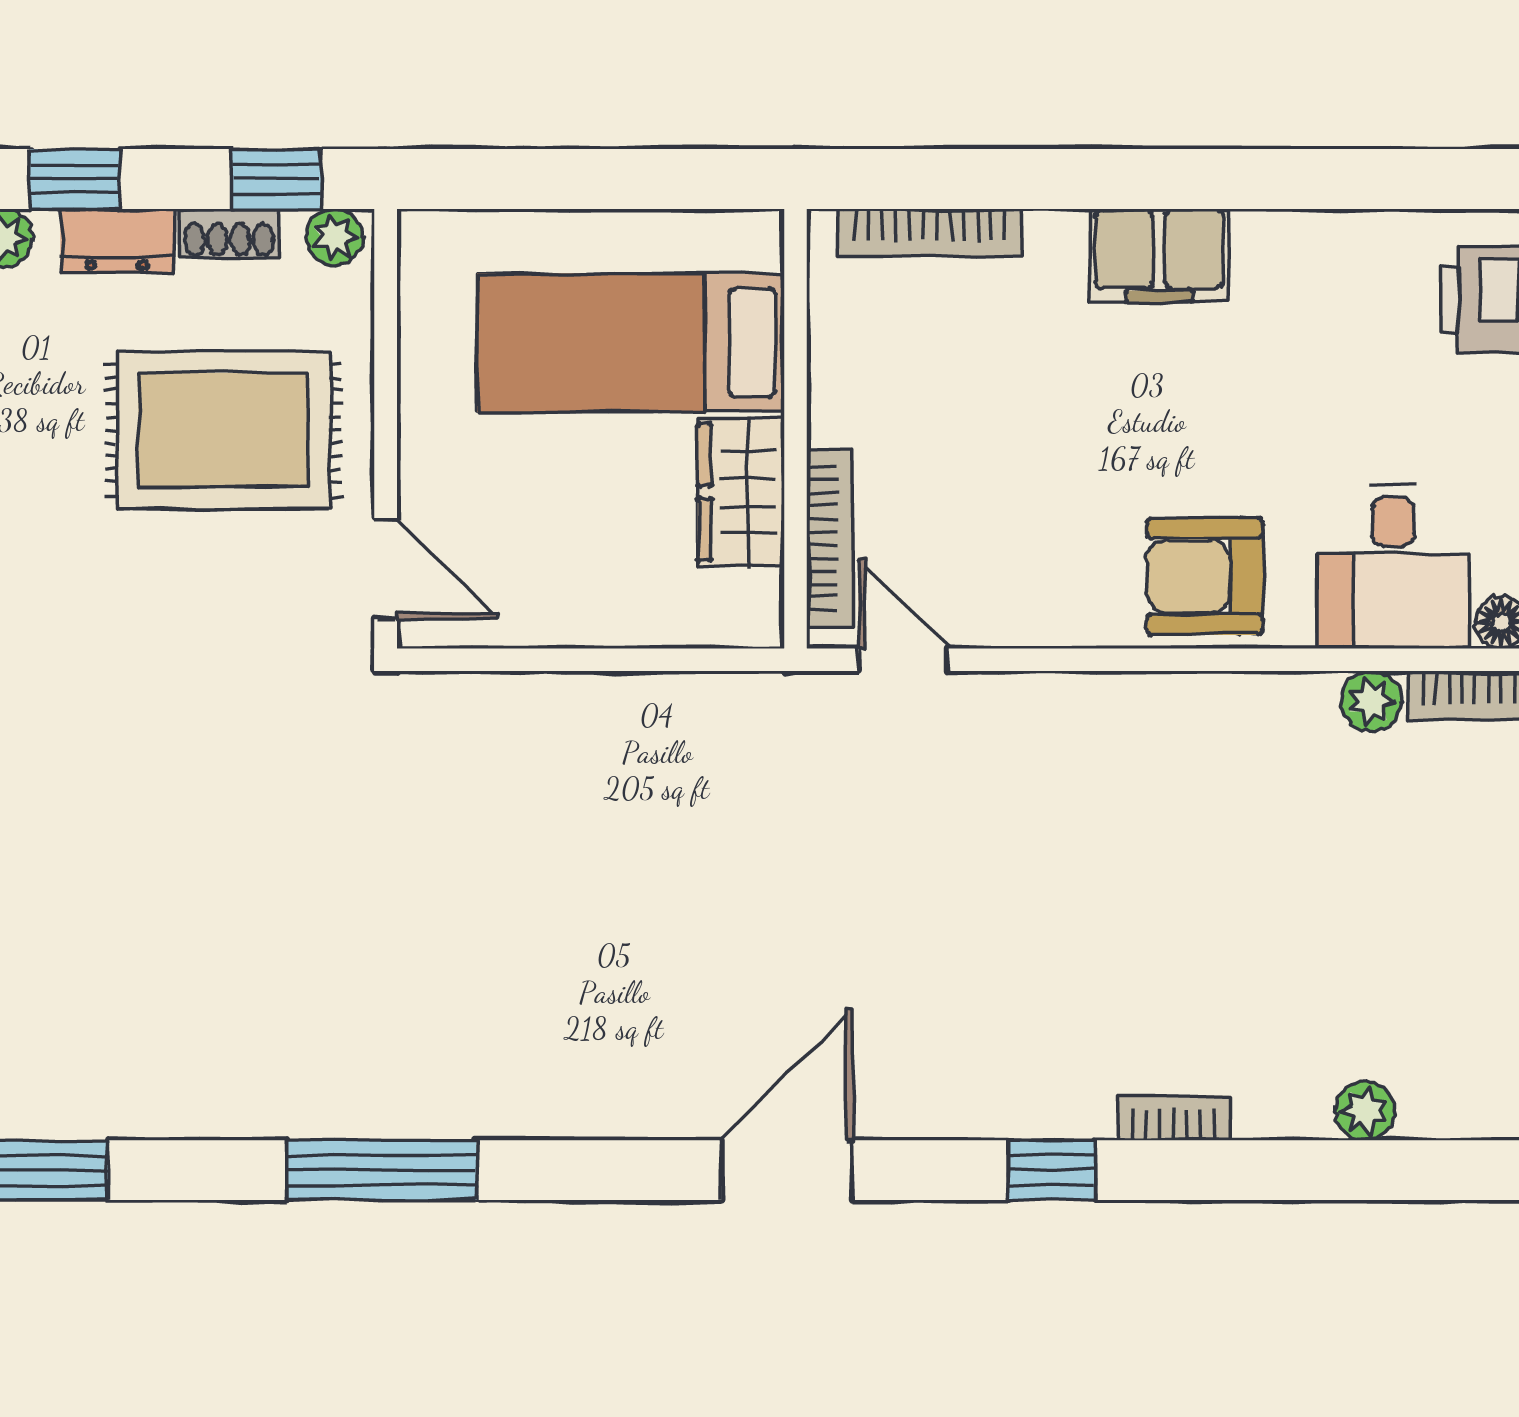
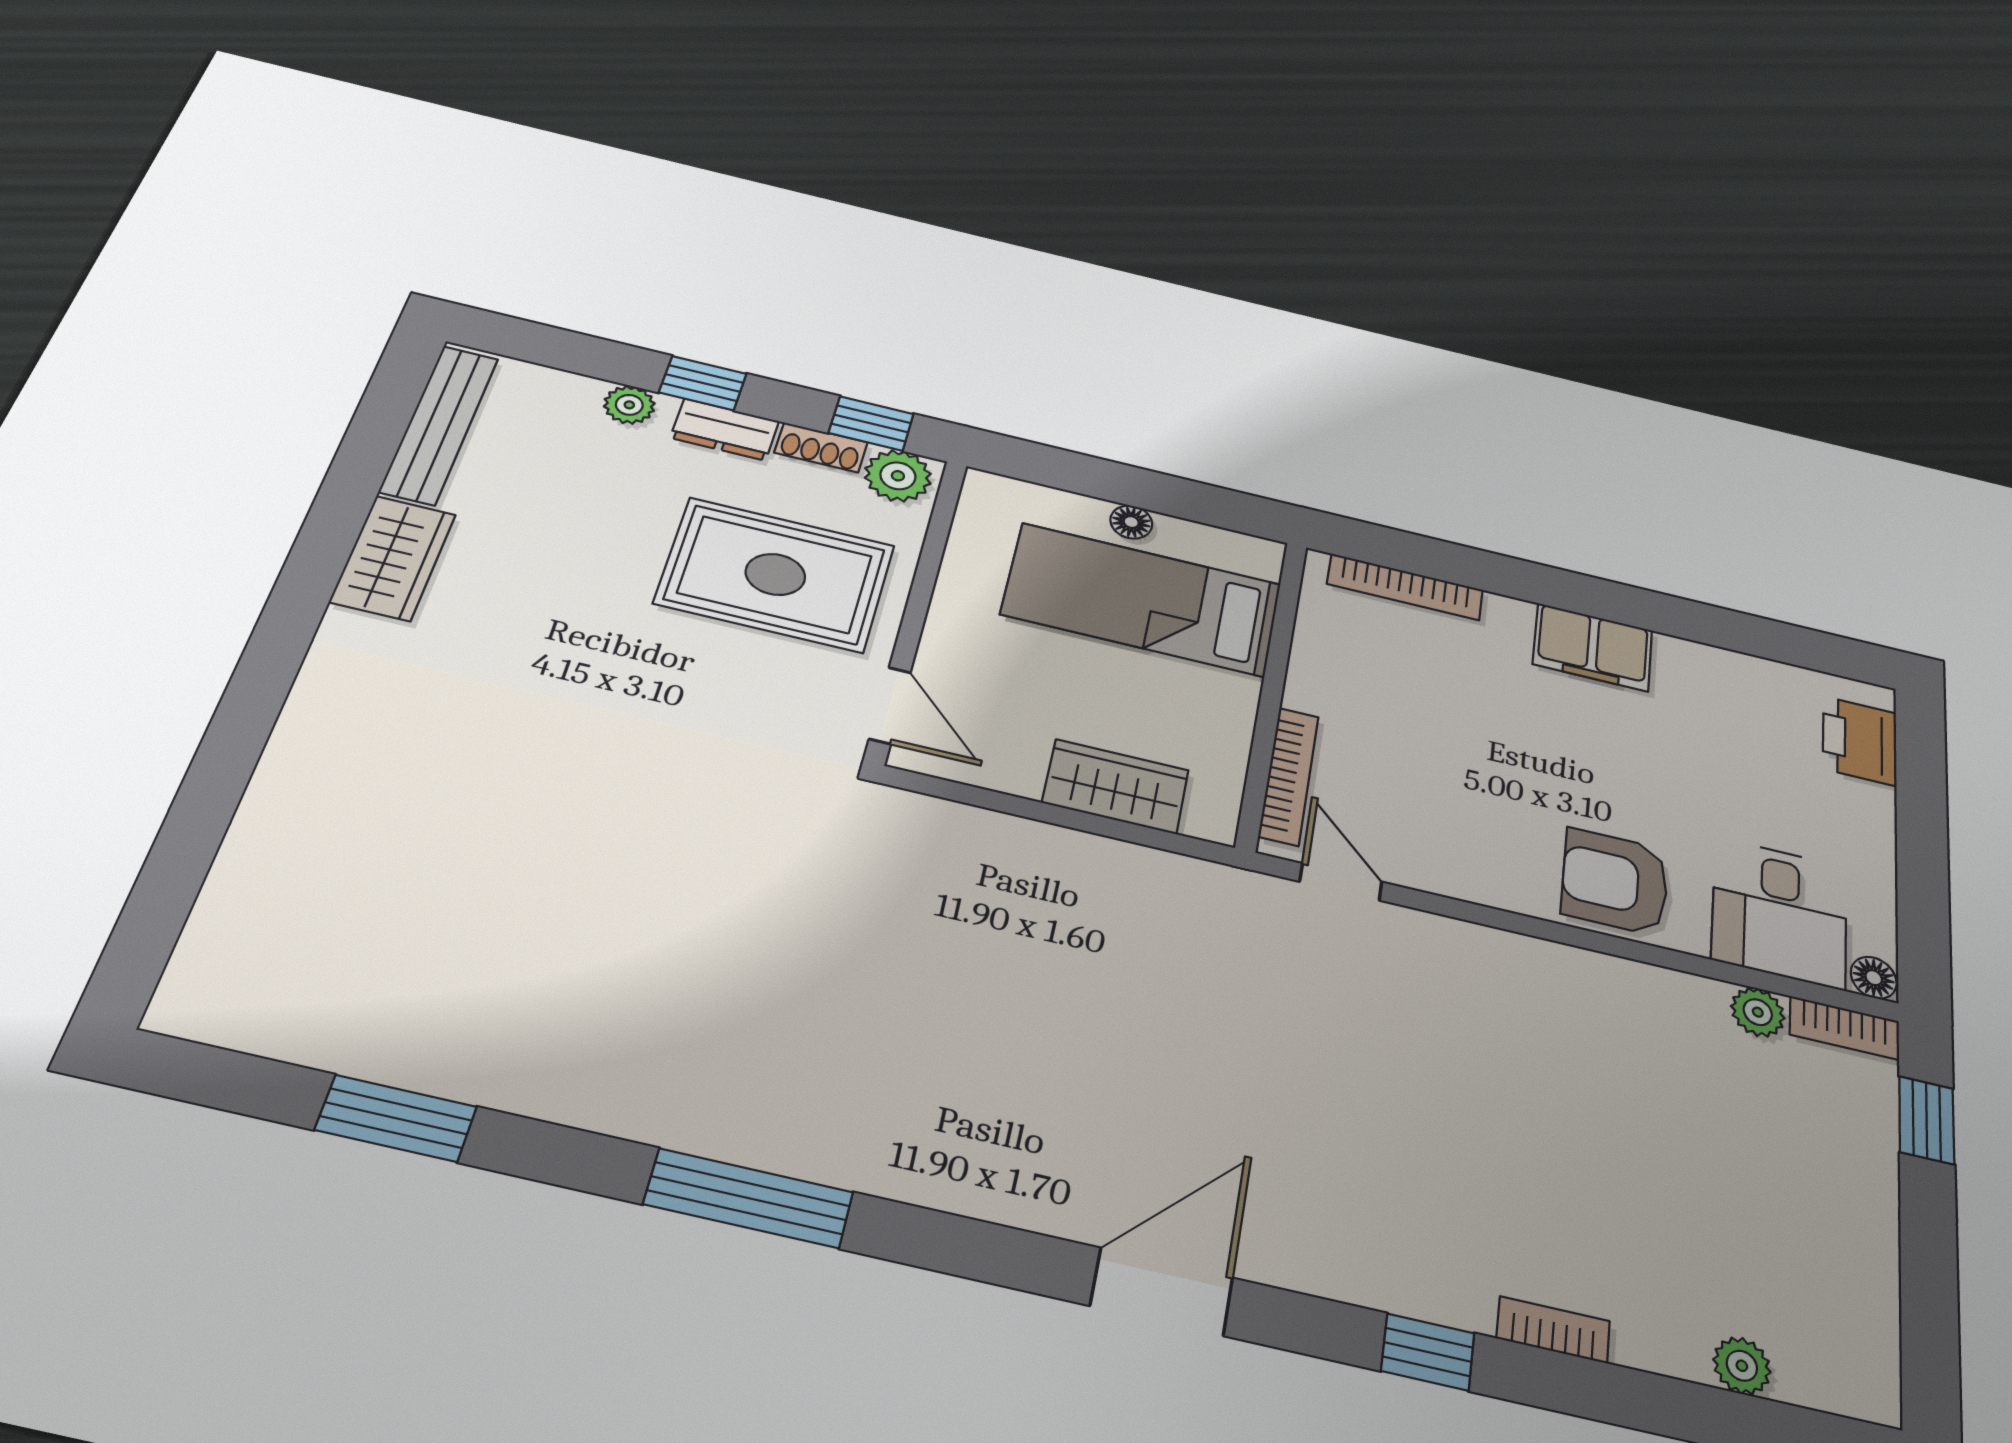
floor lamp: (600, 233) -> (1131, 522), added
plant: (334, 237) -> (898, 476), width x1.38, depth x1.38
wardrobe: (741, 492) -> (1116, 786), moved, turned 90

